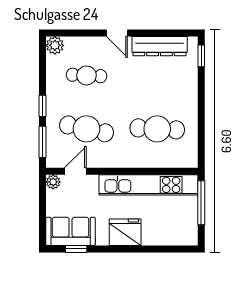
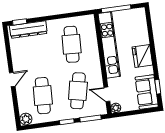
dresser: (160, 46) -> (28, 30), moved, turned 90
cafe table: (86, 75) -> (43, 96), width x1.37, depth x1.35

